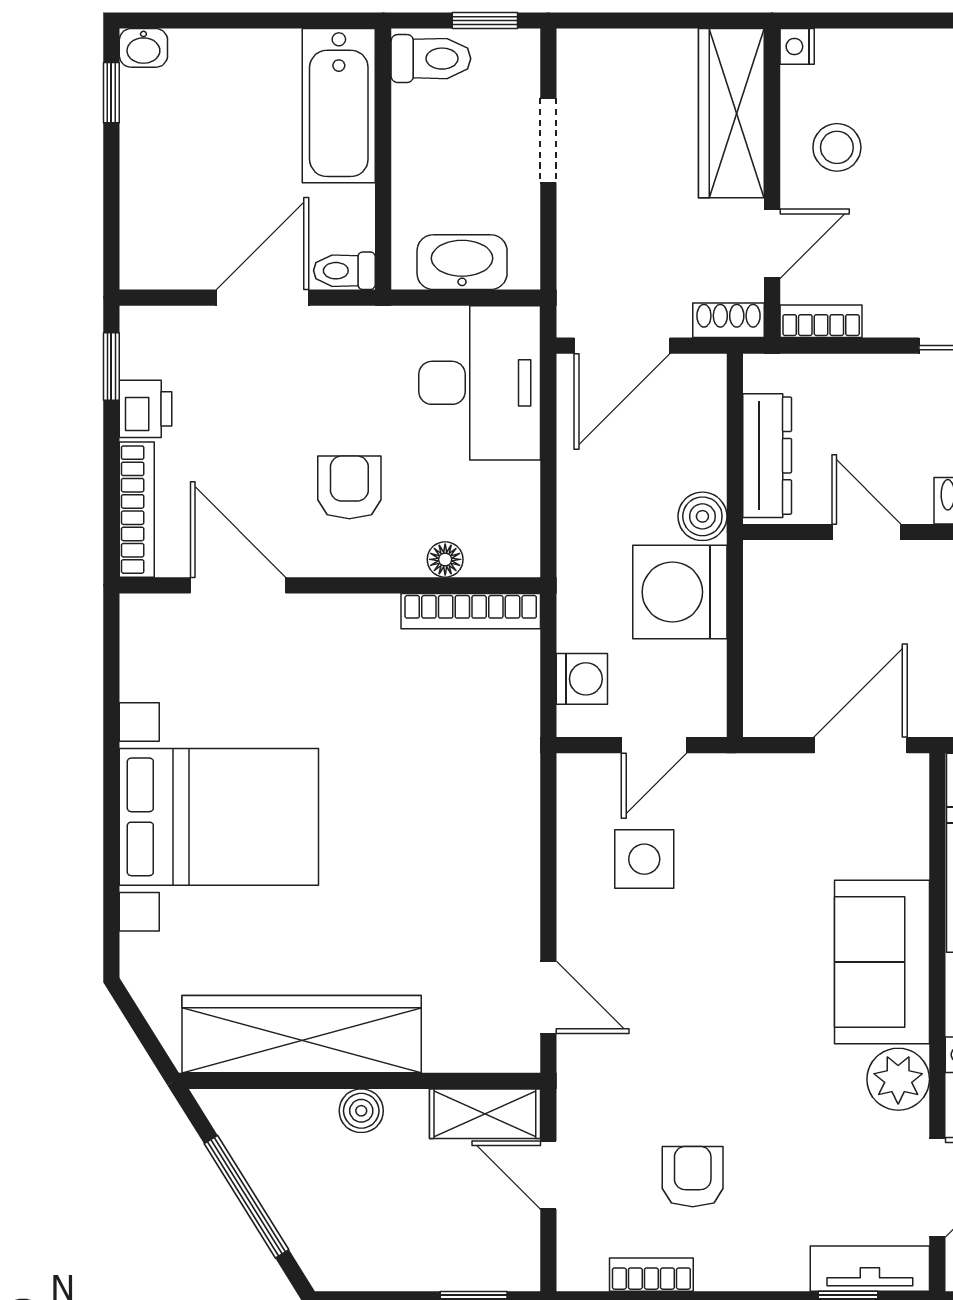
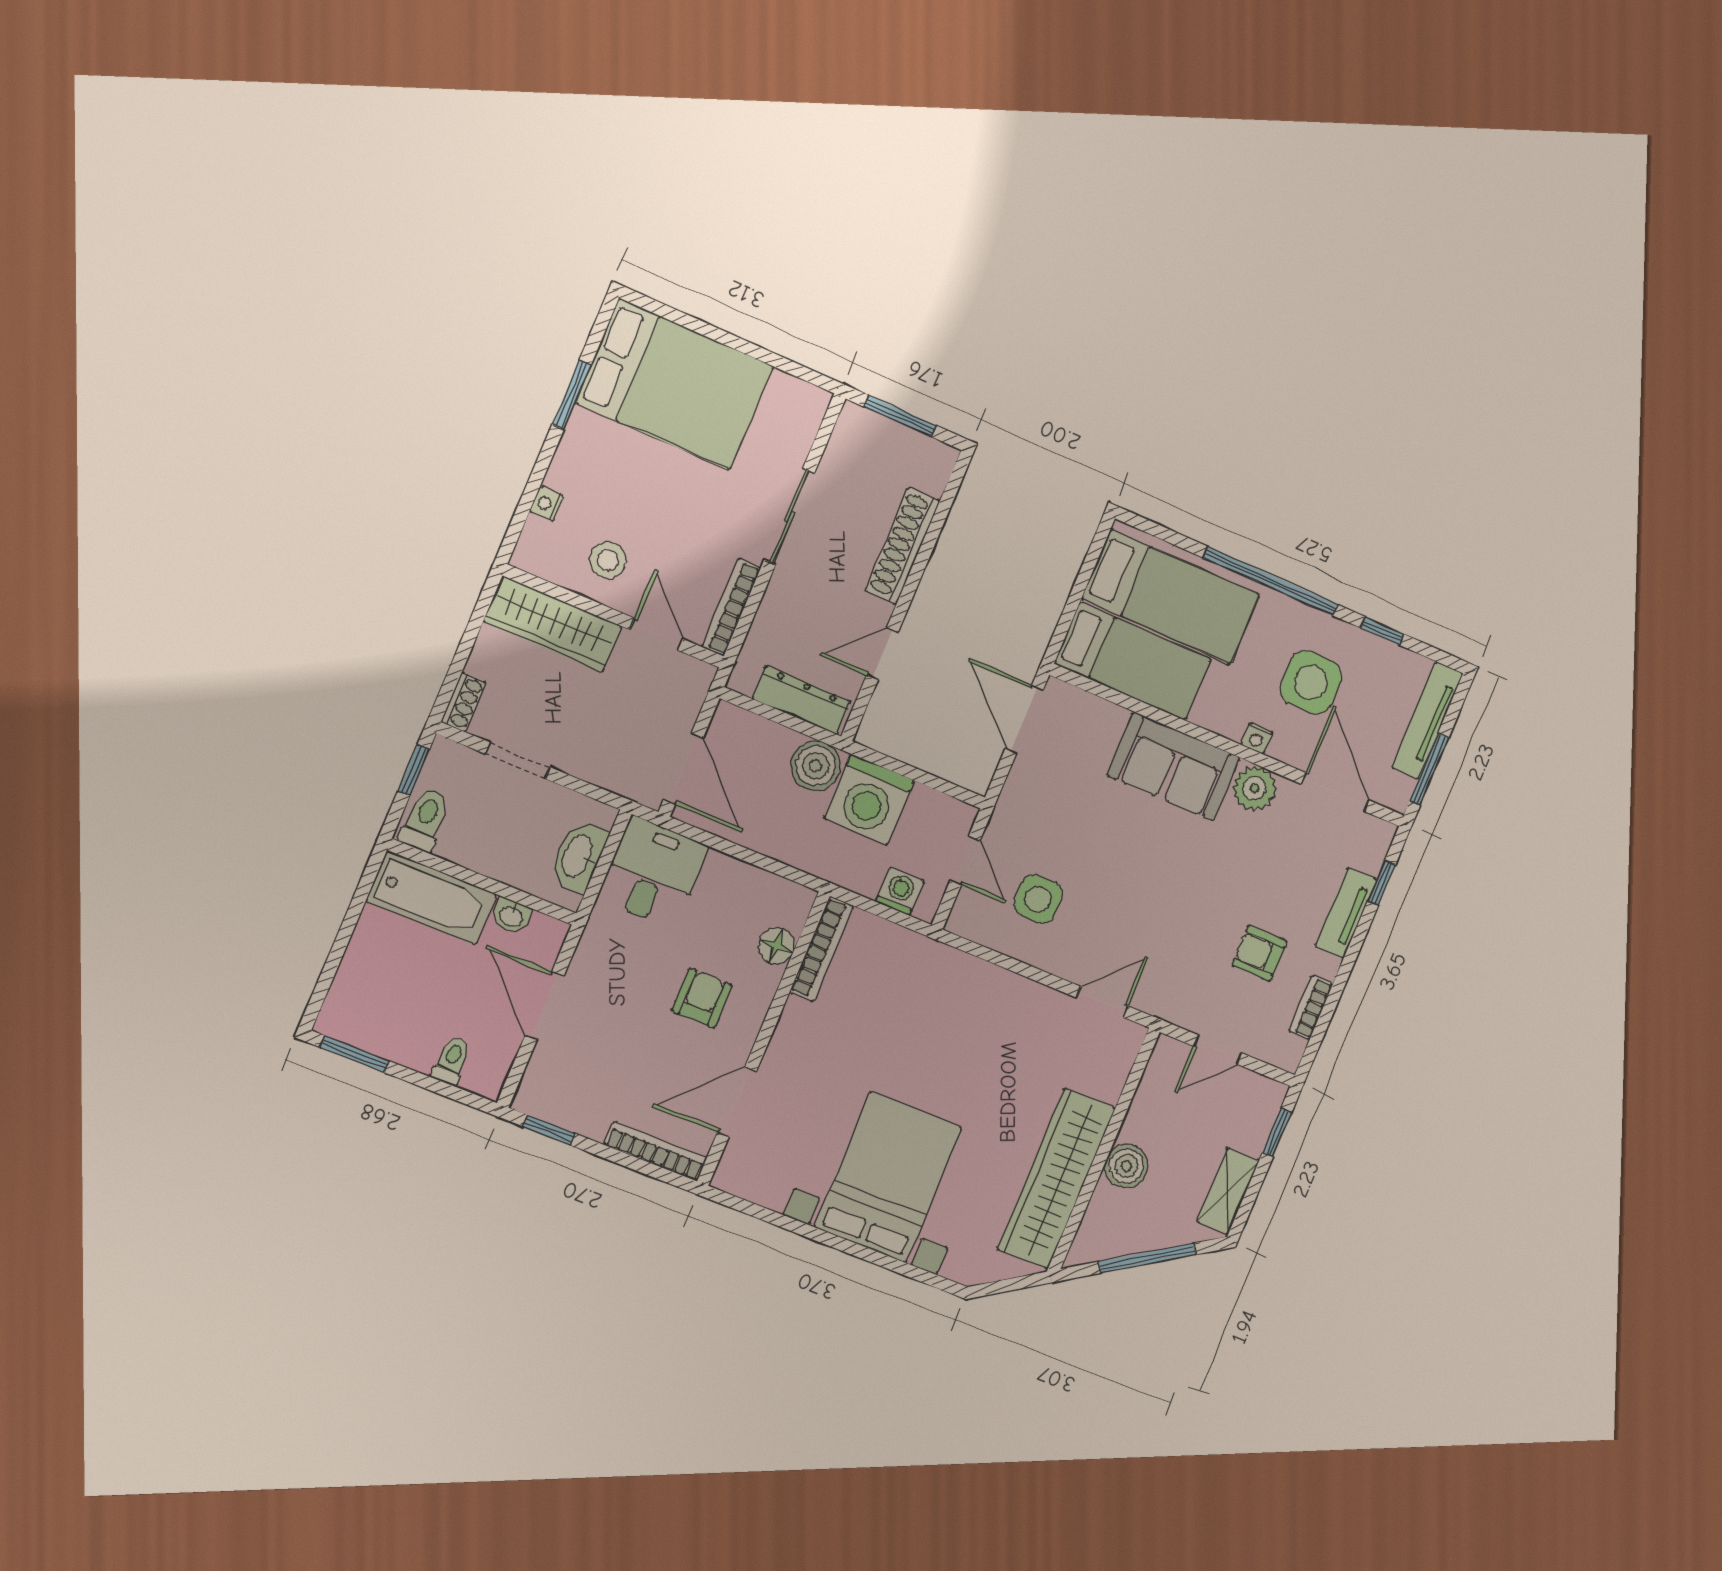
nightstand: (797, 46) -> (547, 504), moved, turned 90
washbasin: (143, 48) -> (511, 916), moved, turned 90
window: (111, 93) -> (355, 1054), width x1.50
toilet: (344, 271) -> (451, 1060), moved, turned 180
shoe rack: (729, 320) -> (463, 702), moved, turned 180
bookcase: (821, 321) -> (731, 607), width x1.56
desk: (480, 383) -> (653, 872), width x0.73
printer: (146, 409) -> (588, 1118), removed
armchair: (349, 487) -> (702, 998), turned 90
boiler: (702, 516) -> (816, 766), width x1.36, depth x1.36
floor lamp: (445, 559) -> (777, 946), width x1.37, depth x1.37
boiler: (361, 1111) -> (1126, 1166), width x1.36, depth x1.36
shelving: (485, 1114) -> (1228, 1191), moved
tv unit: (870, 1269) -> (1346, 913), moved

